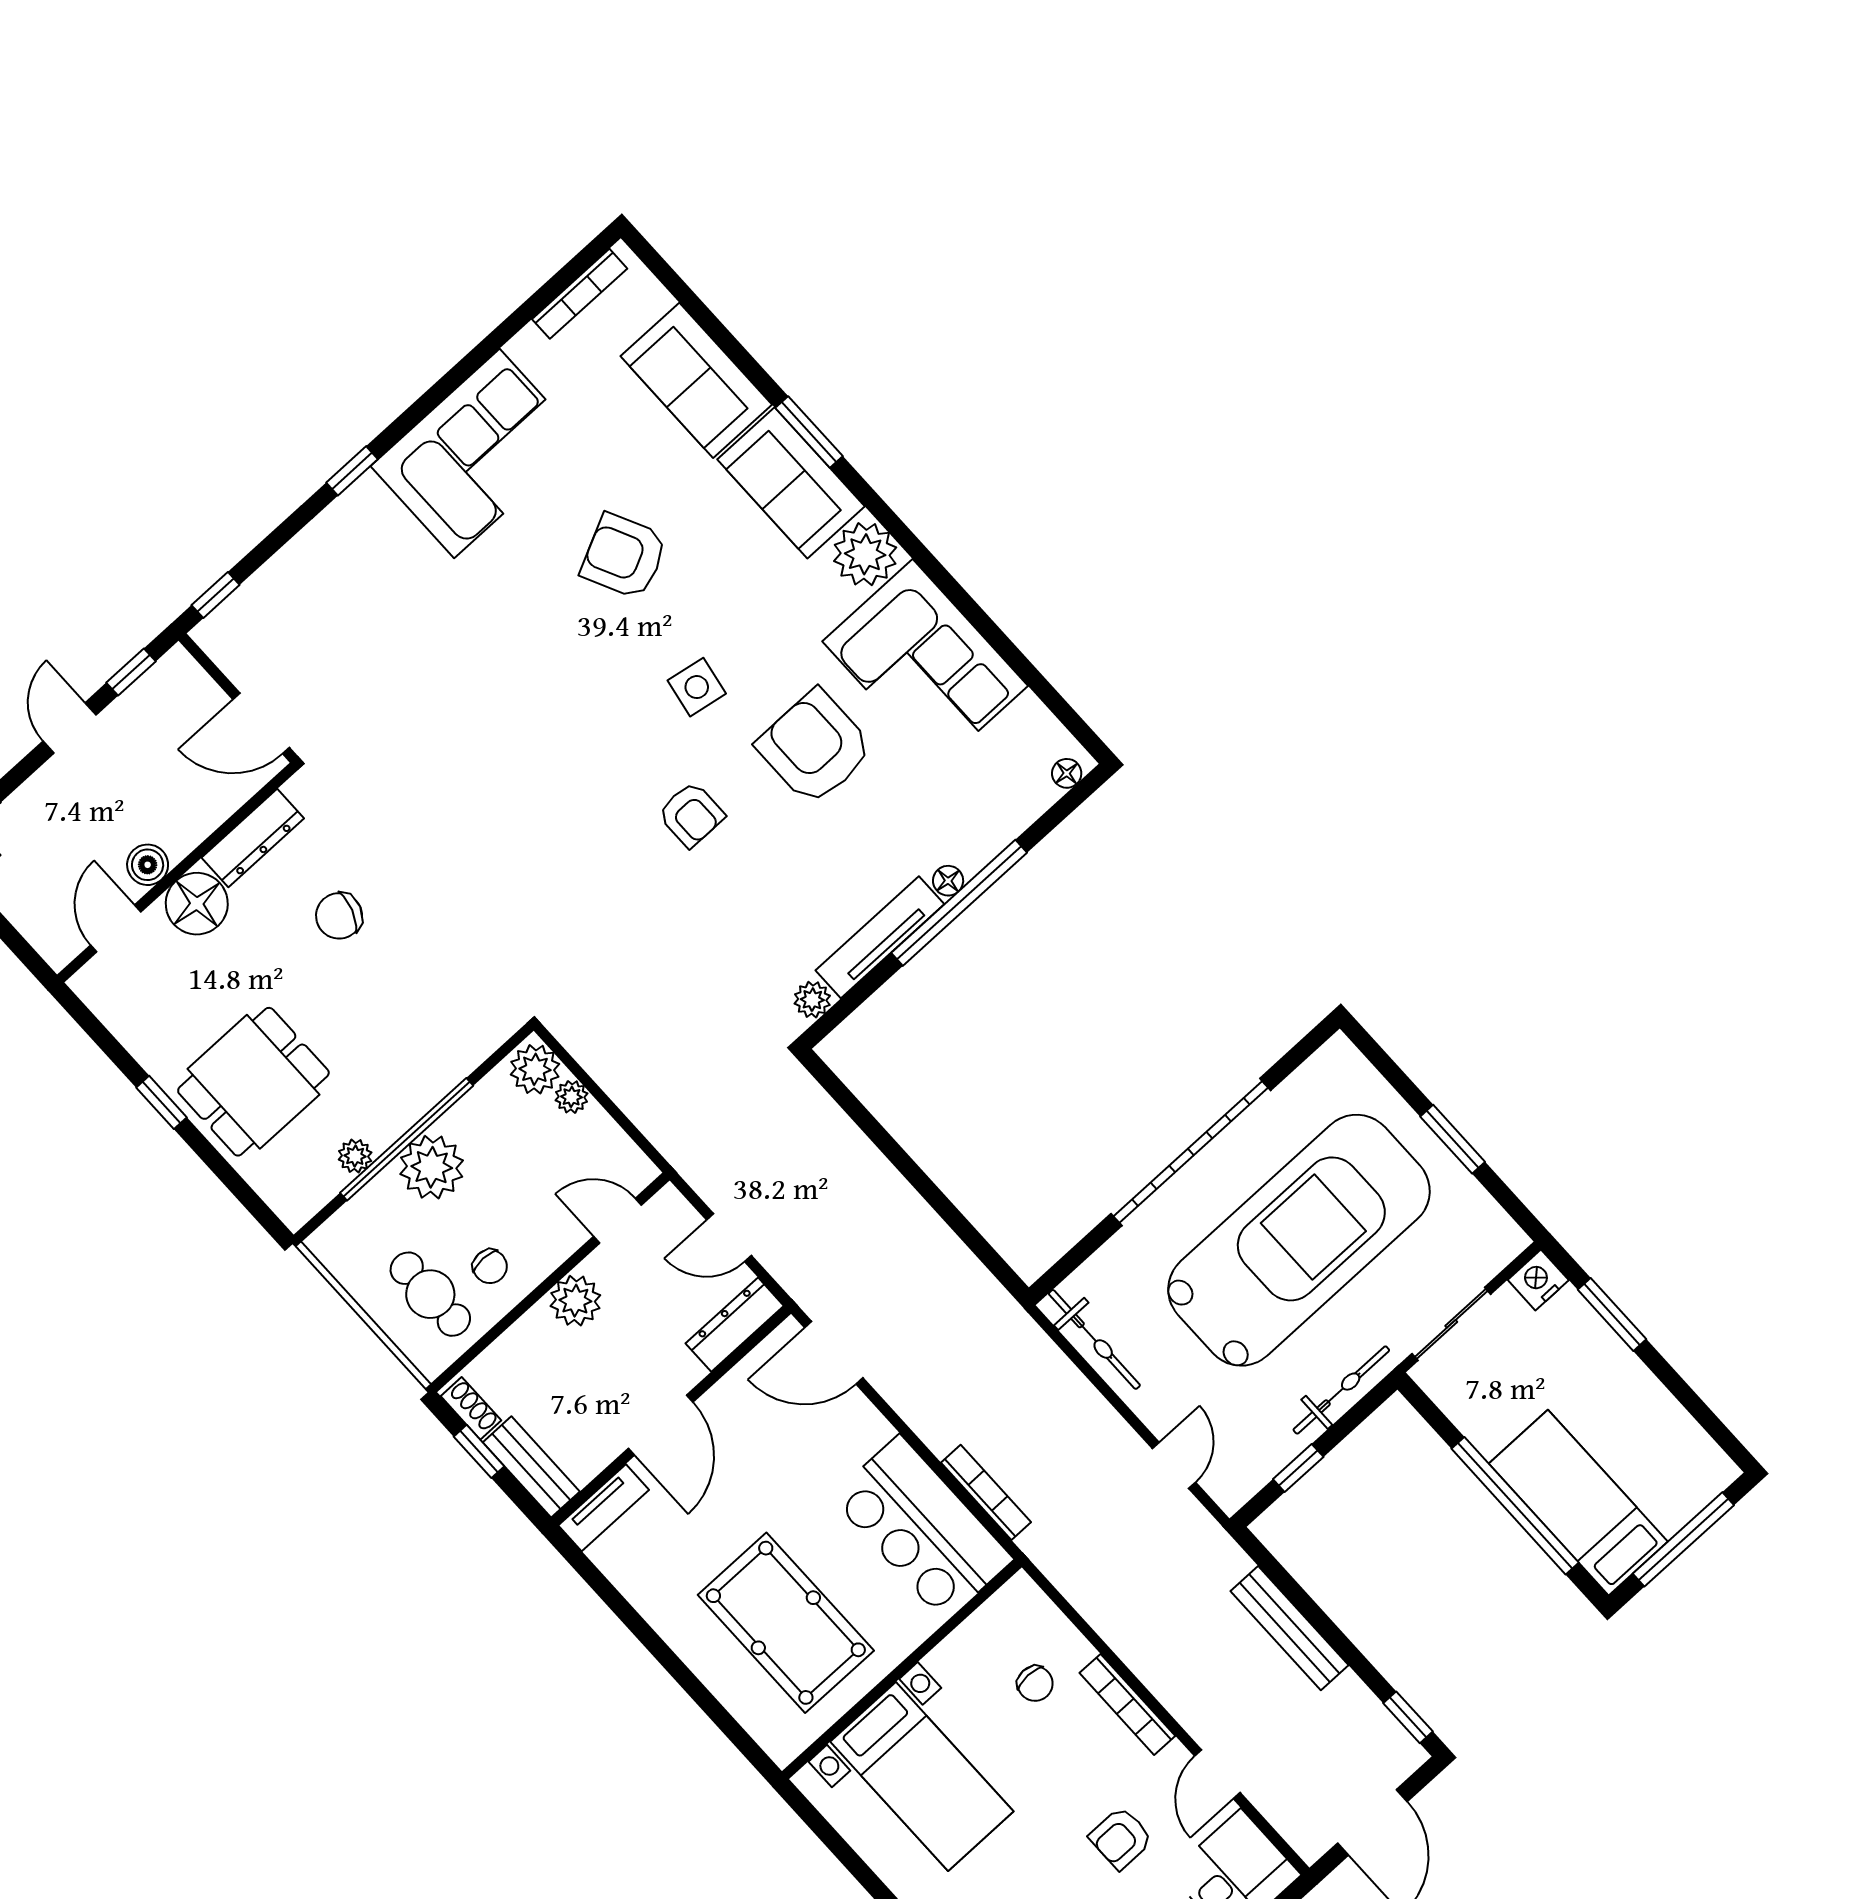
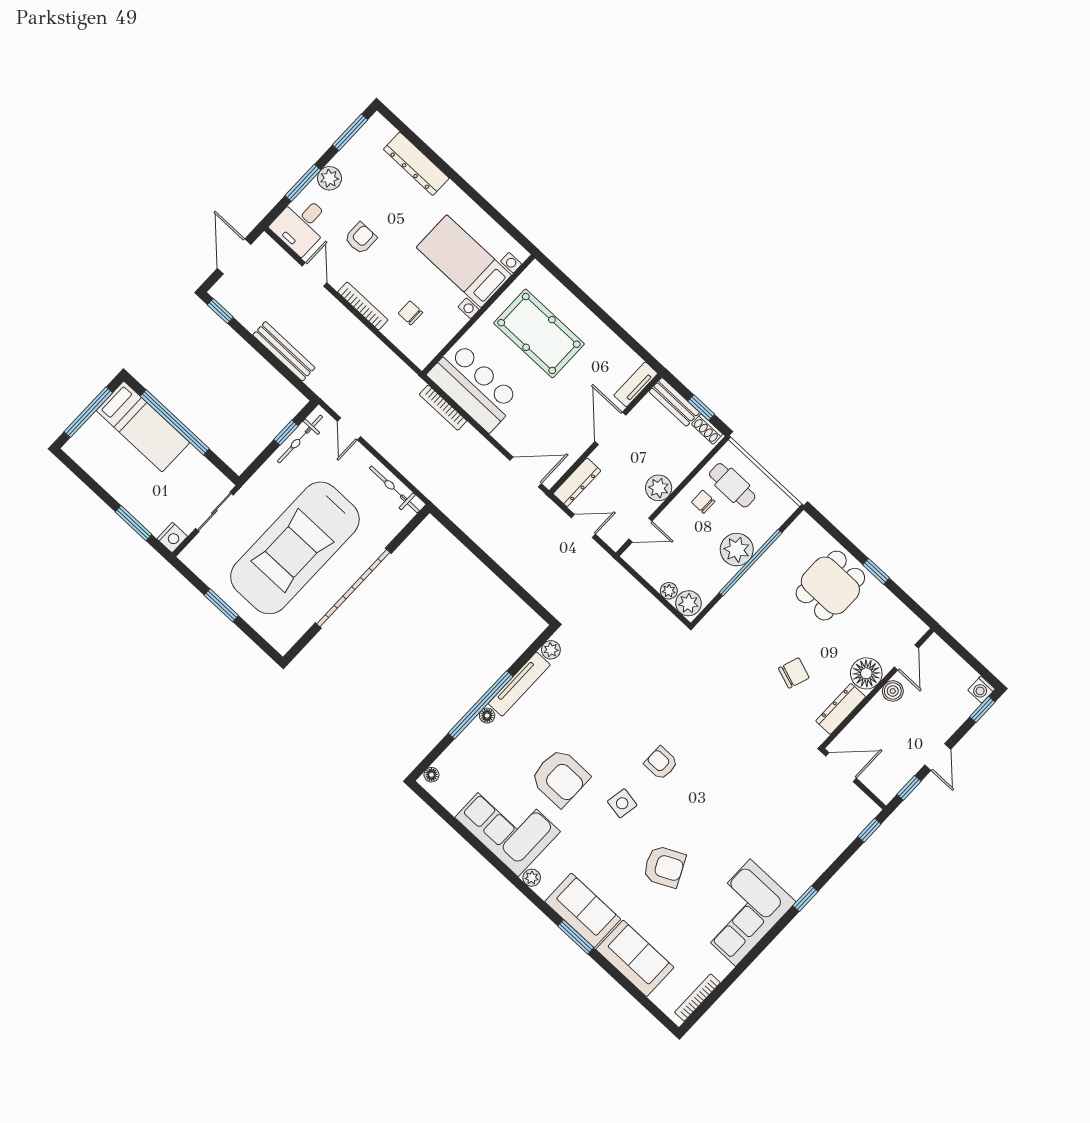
plant: (865, 554) -> (532, 878), width x0.53, depth x0.53
armchair: (691, 814) -> (661, 763), moved
plant: (355, 1156) -> (776, 552), removed
bicycle: (1341, 1390) -> (300, 439), moved

